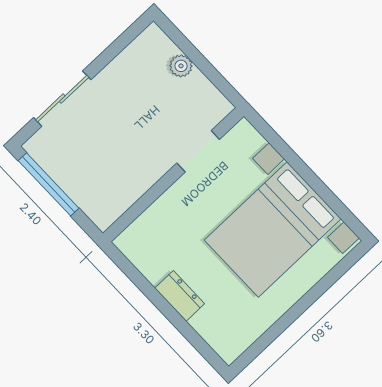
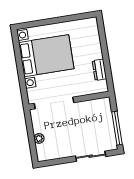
doorway: (198, 151) -> (54, 103), width x1.88
dresser: (180, 296) -> (99, 70), moved

